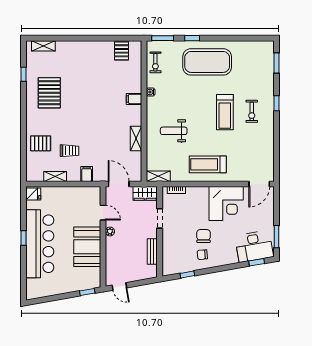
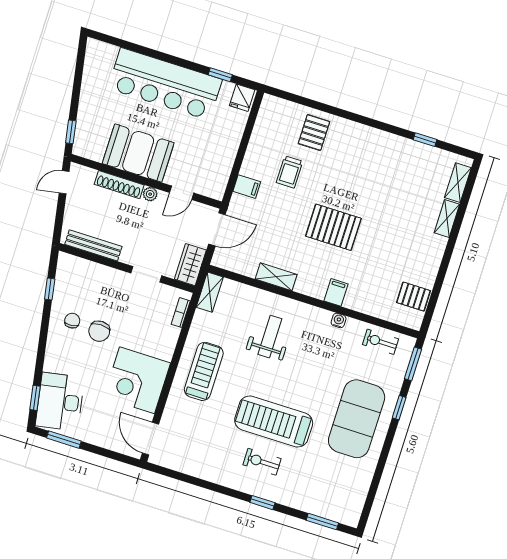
pallet: (49, 93) -> (333, 227), moved
treadmill: (225, 112) -> (274, 422), width x1.37, depth x1.38
shelving: (55, 176) -> (447, 218), moved
chair: (204, 236) -> (99, 331), turned 90
window: (23, 238) -> (220, 75), moved
shoe rack: (110, 252) -> (119, 185), added
bench: (152, 252) -> (93, 245), width x1.36

